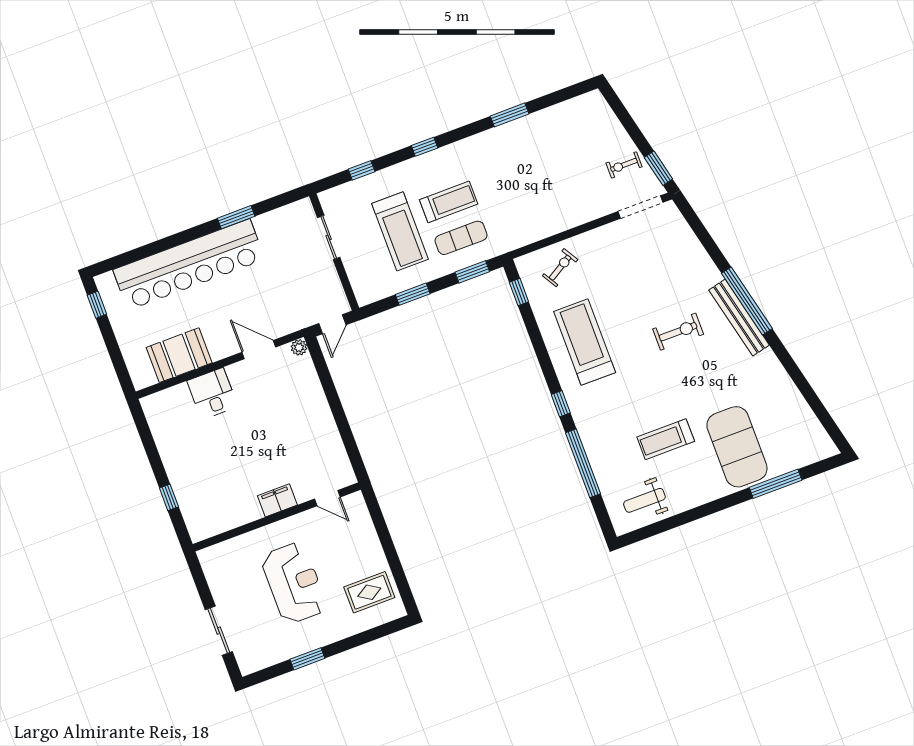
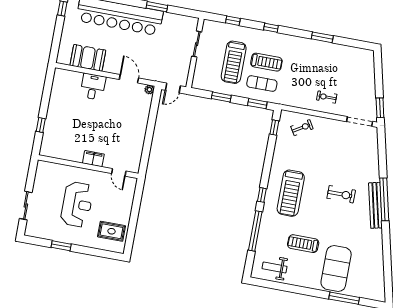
exercise bike: (624, 165) -> (327, 97), moved
treadmill: (585, 342) -> (291, 193), moved, turned 180

